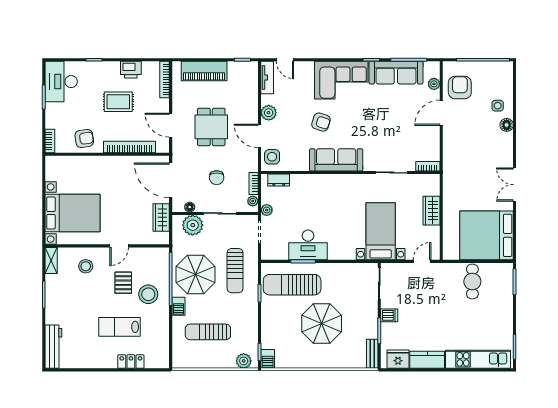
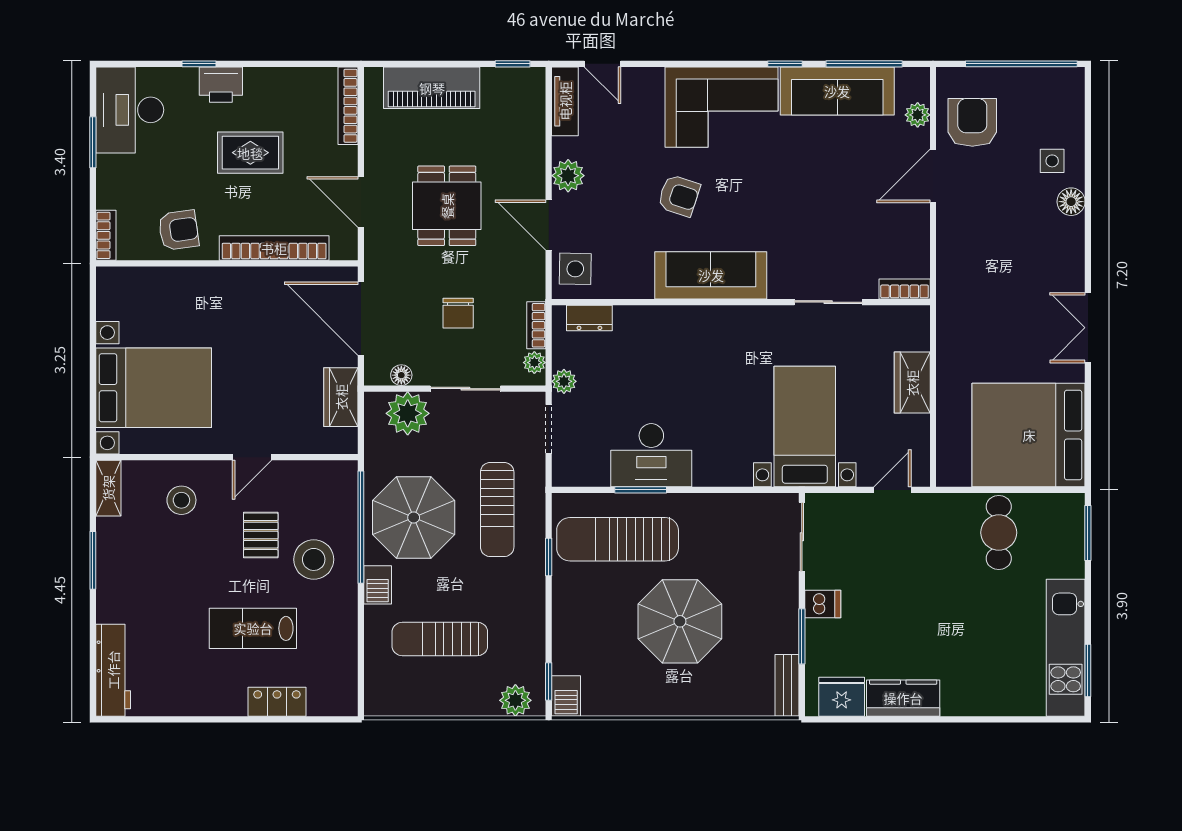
printer: (131, 70) -> (221, 85), moved
kitchen unit: (478, 359) -> (1066, 648), moved, turned -90

